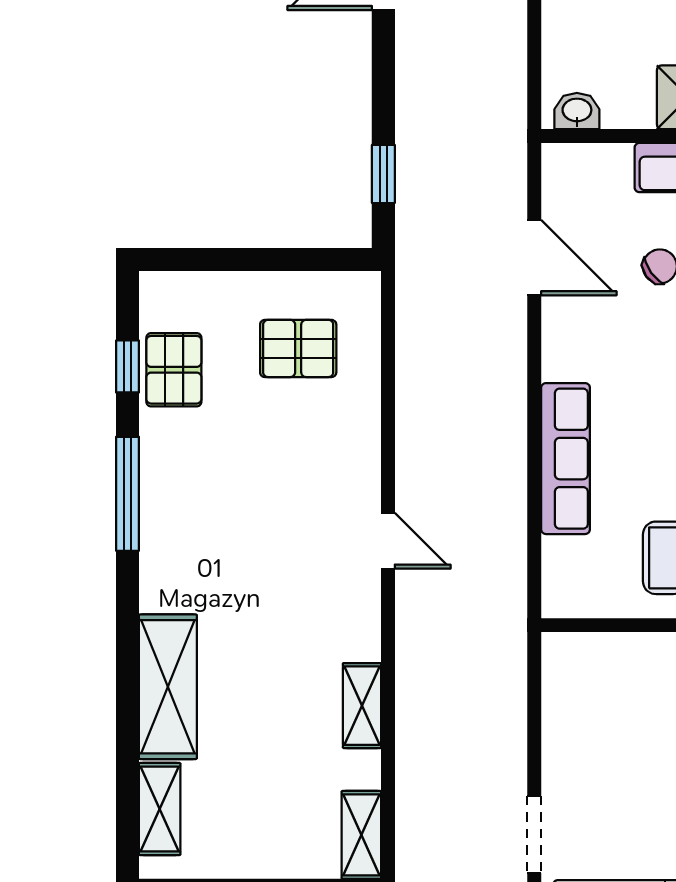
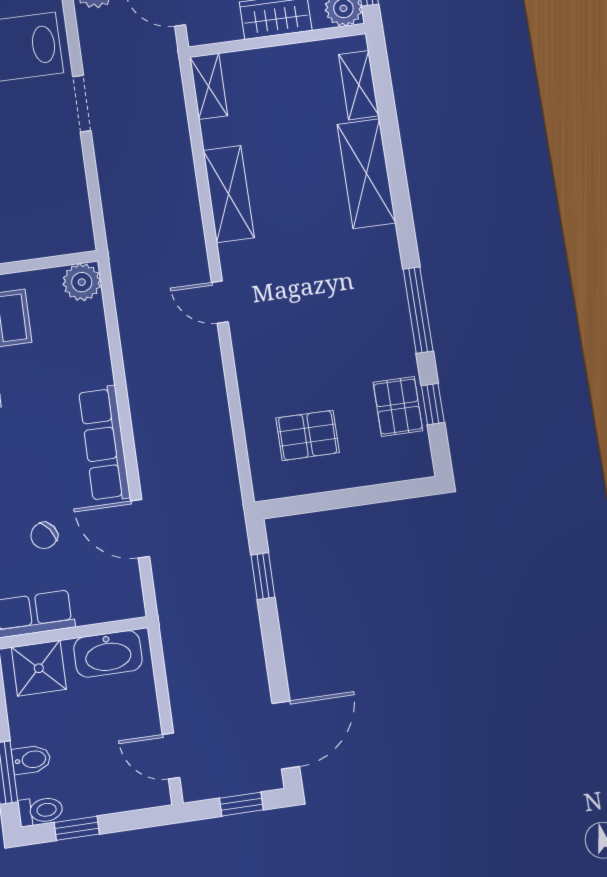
washbasin: (577, 111) -> (108, 654), width x1.91, depth x1.45
row of seats: (566, 459) -> (104, 444), moved
plant: (567, 593) -> (82, 282), added
shelving: (362, 706) -> (229, 194), width x1.50, depth x1.33

